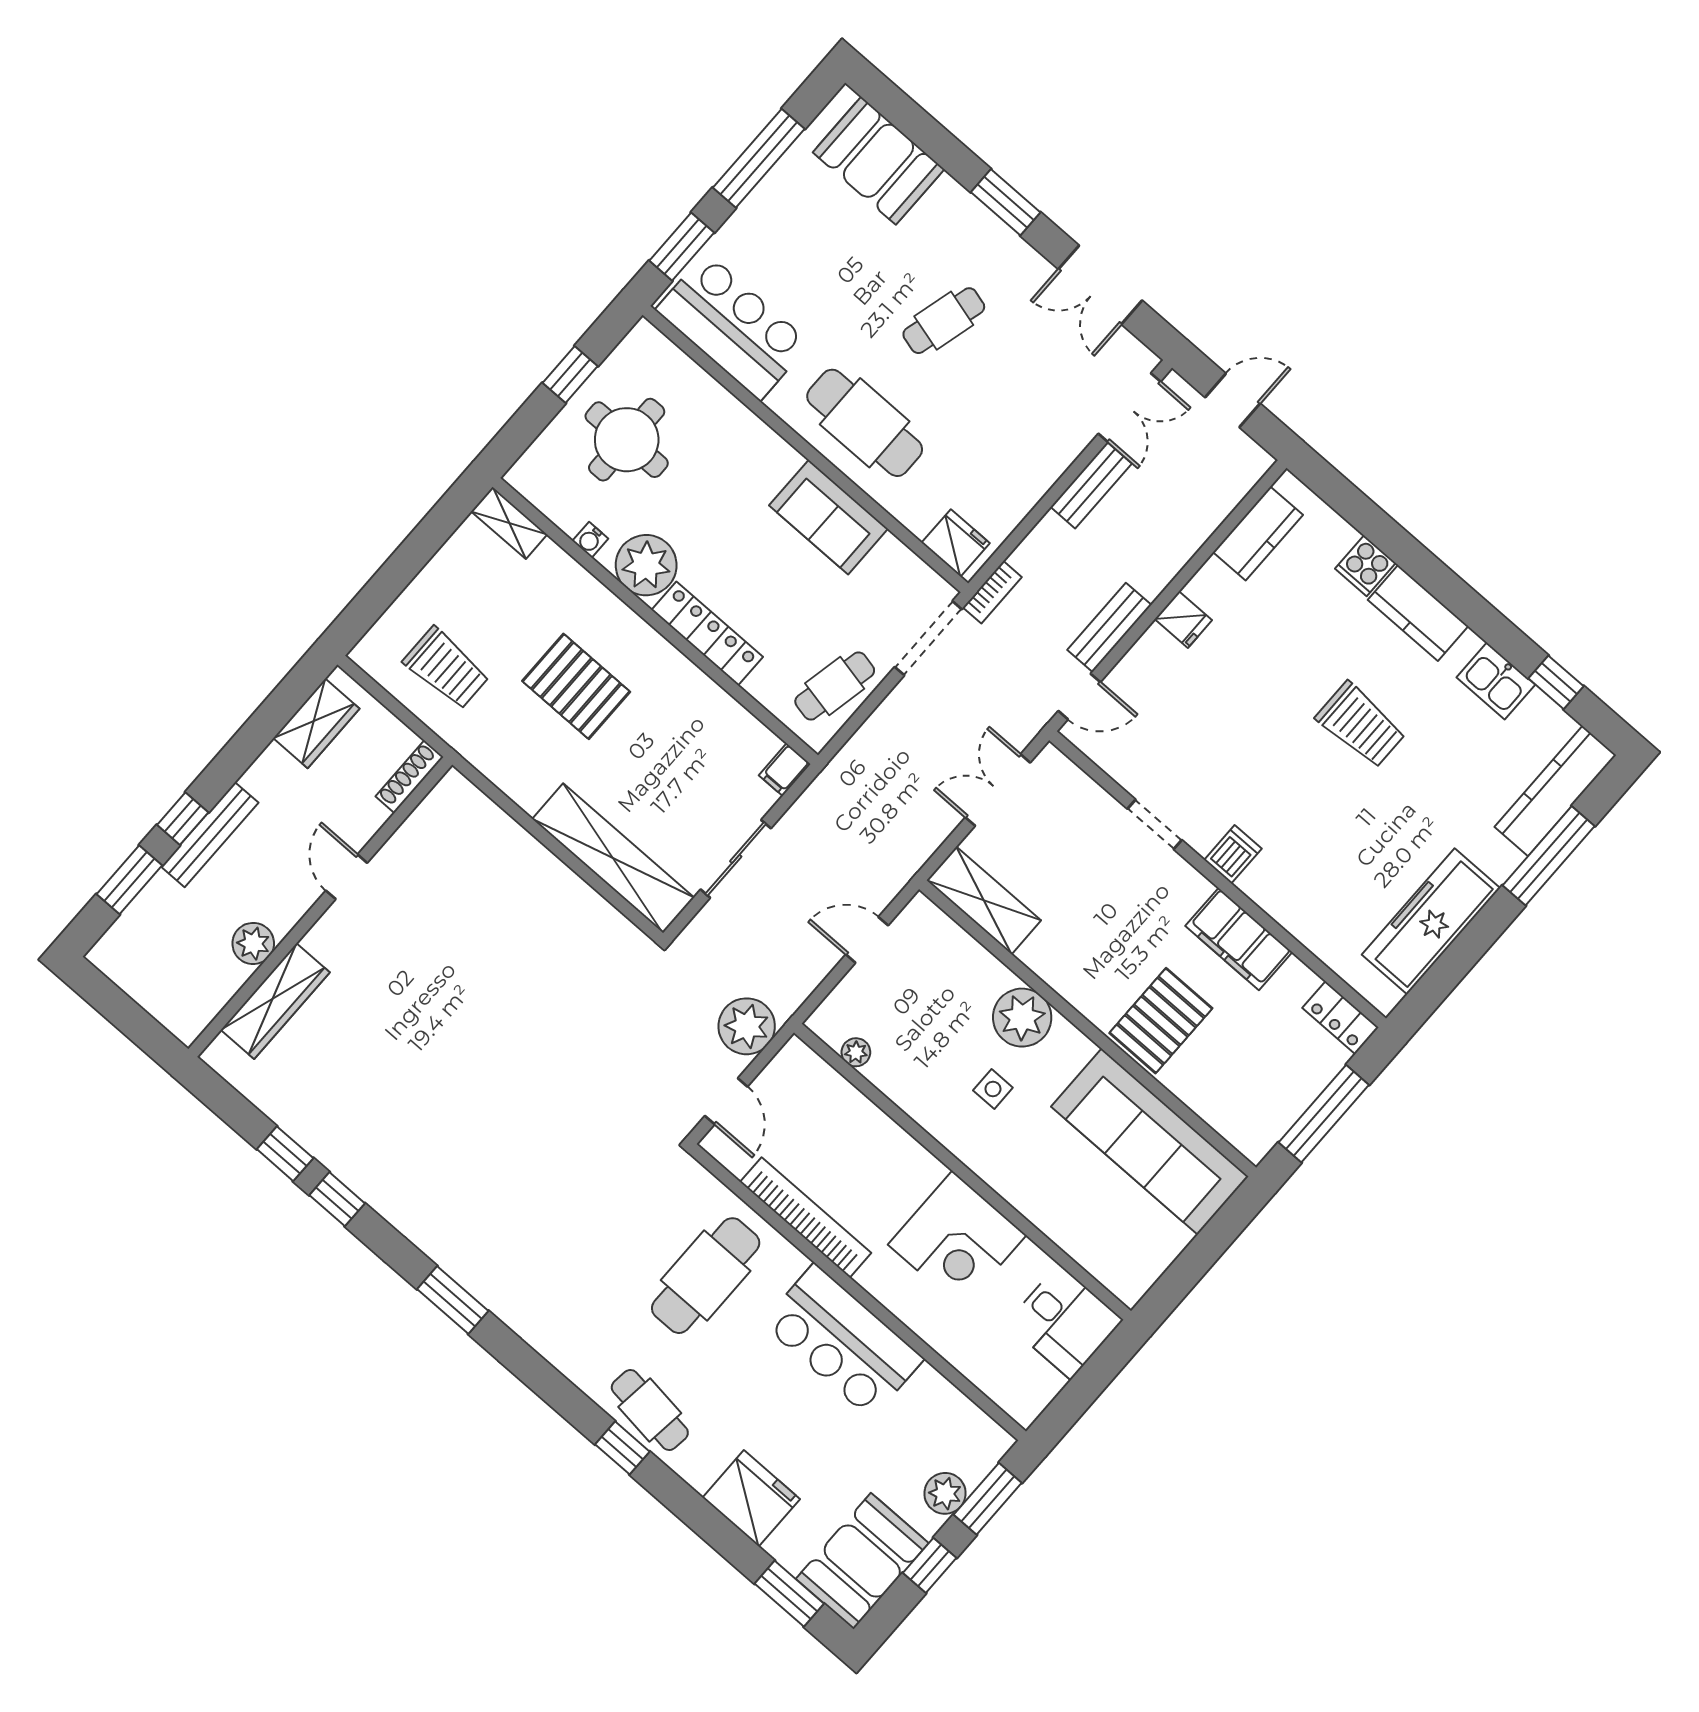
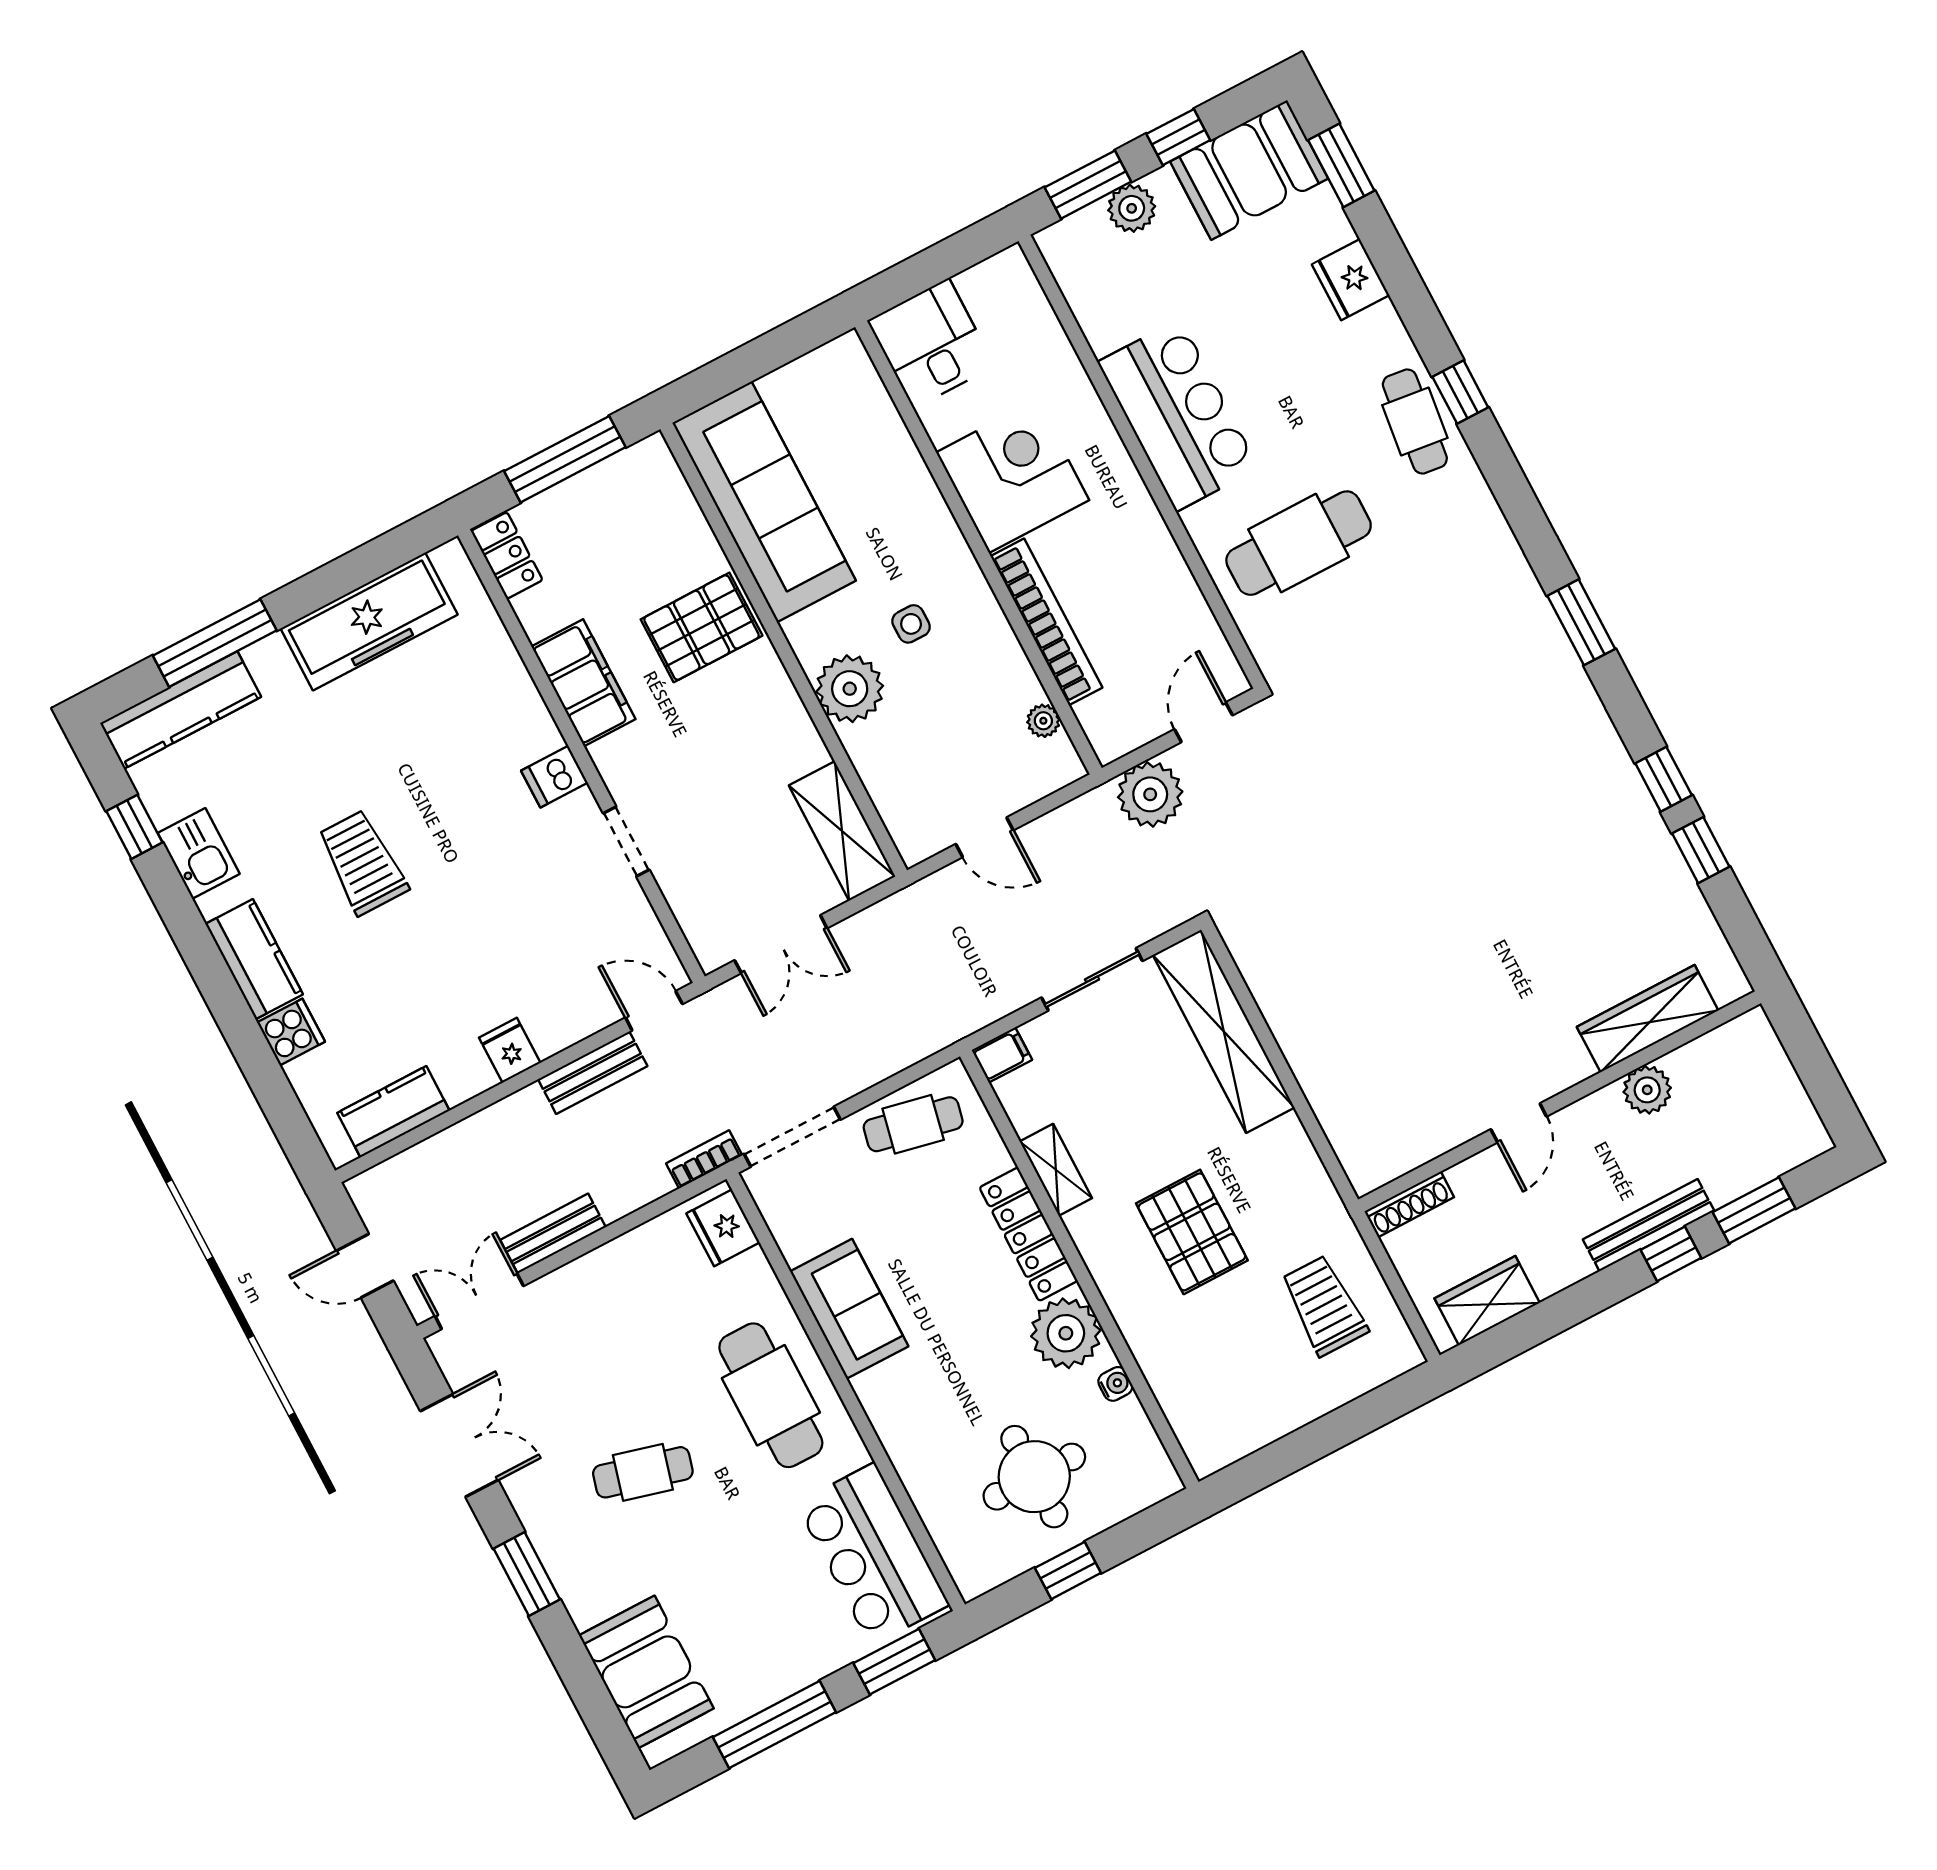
shelving: (509, 523) -> (1056, 1170), moved
bookcase: (806, 1217) -> (1046, 622), moved, turned 180
fridge: (751, 1498) -> (1351, 280), width x0.73, depth x0.75

